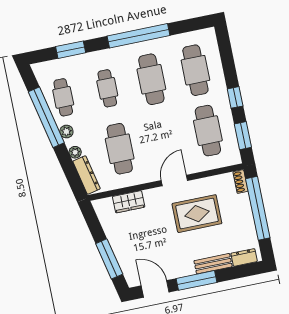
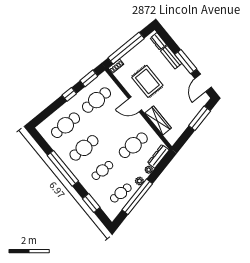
wardrobe: (129, 202) -> (158, 121), width x1.50

